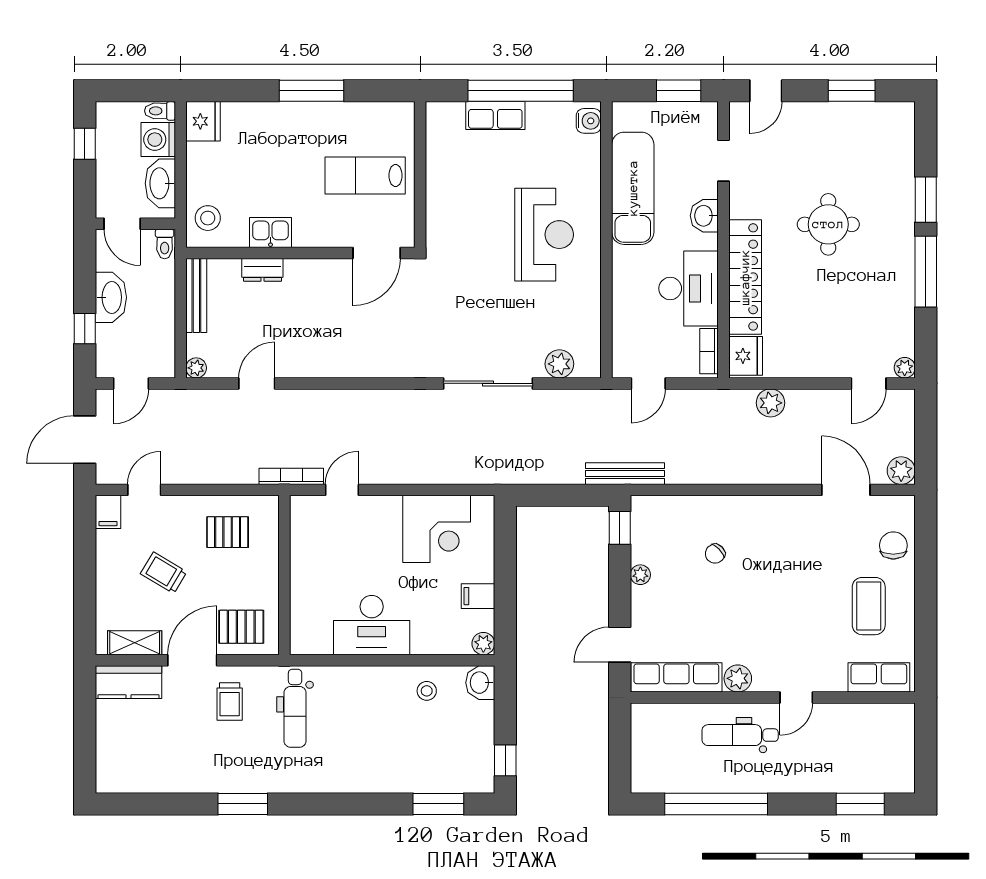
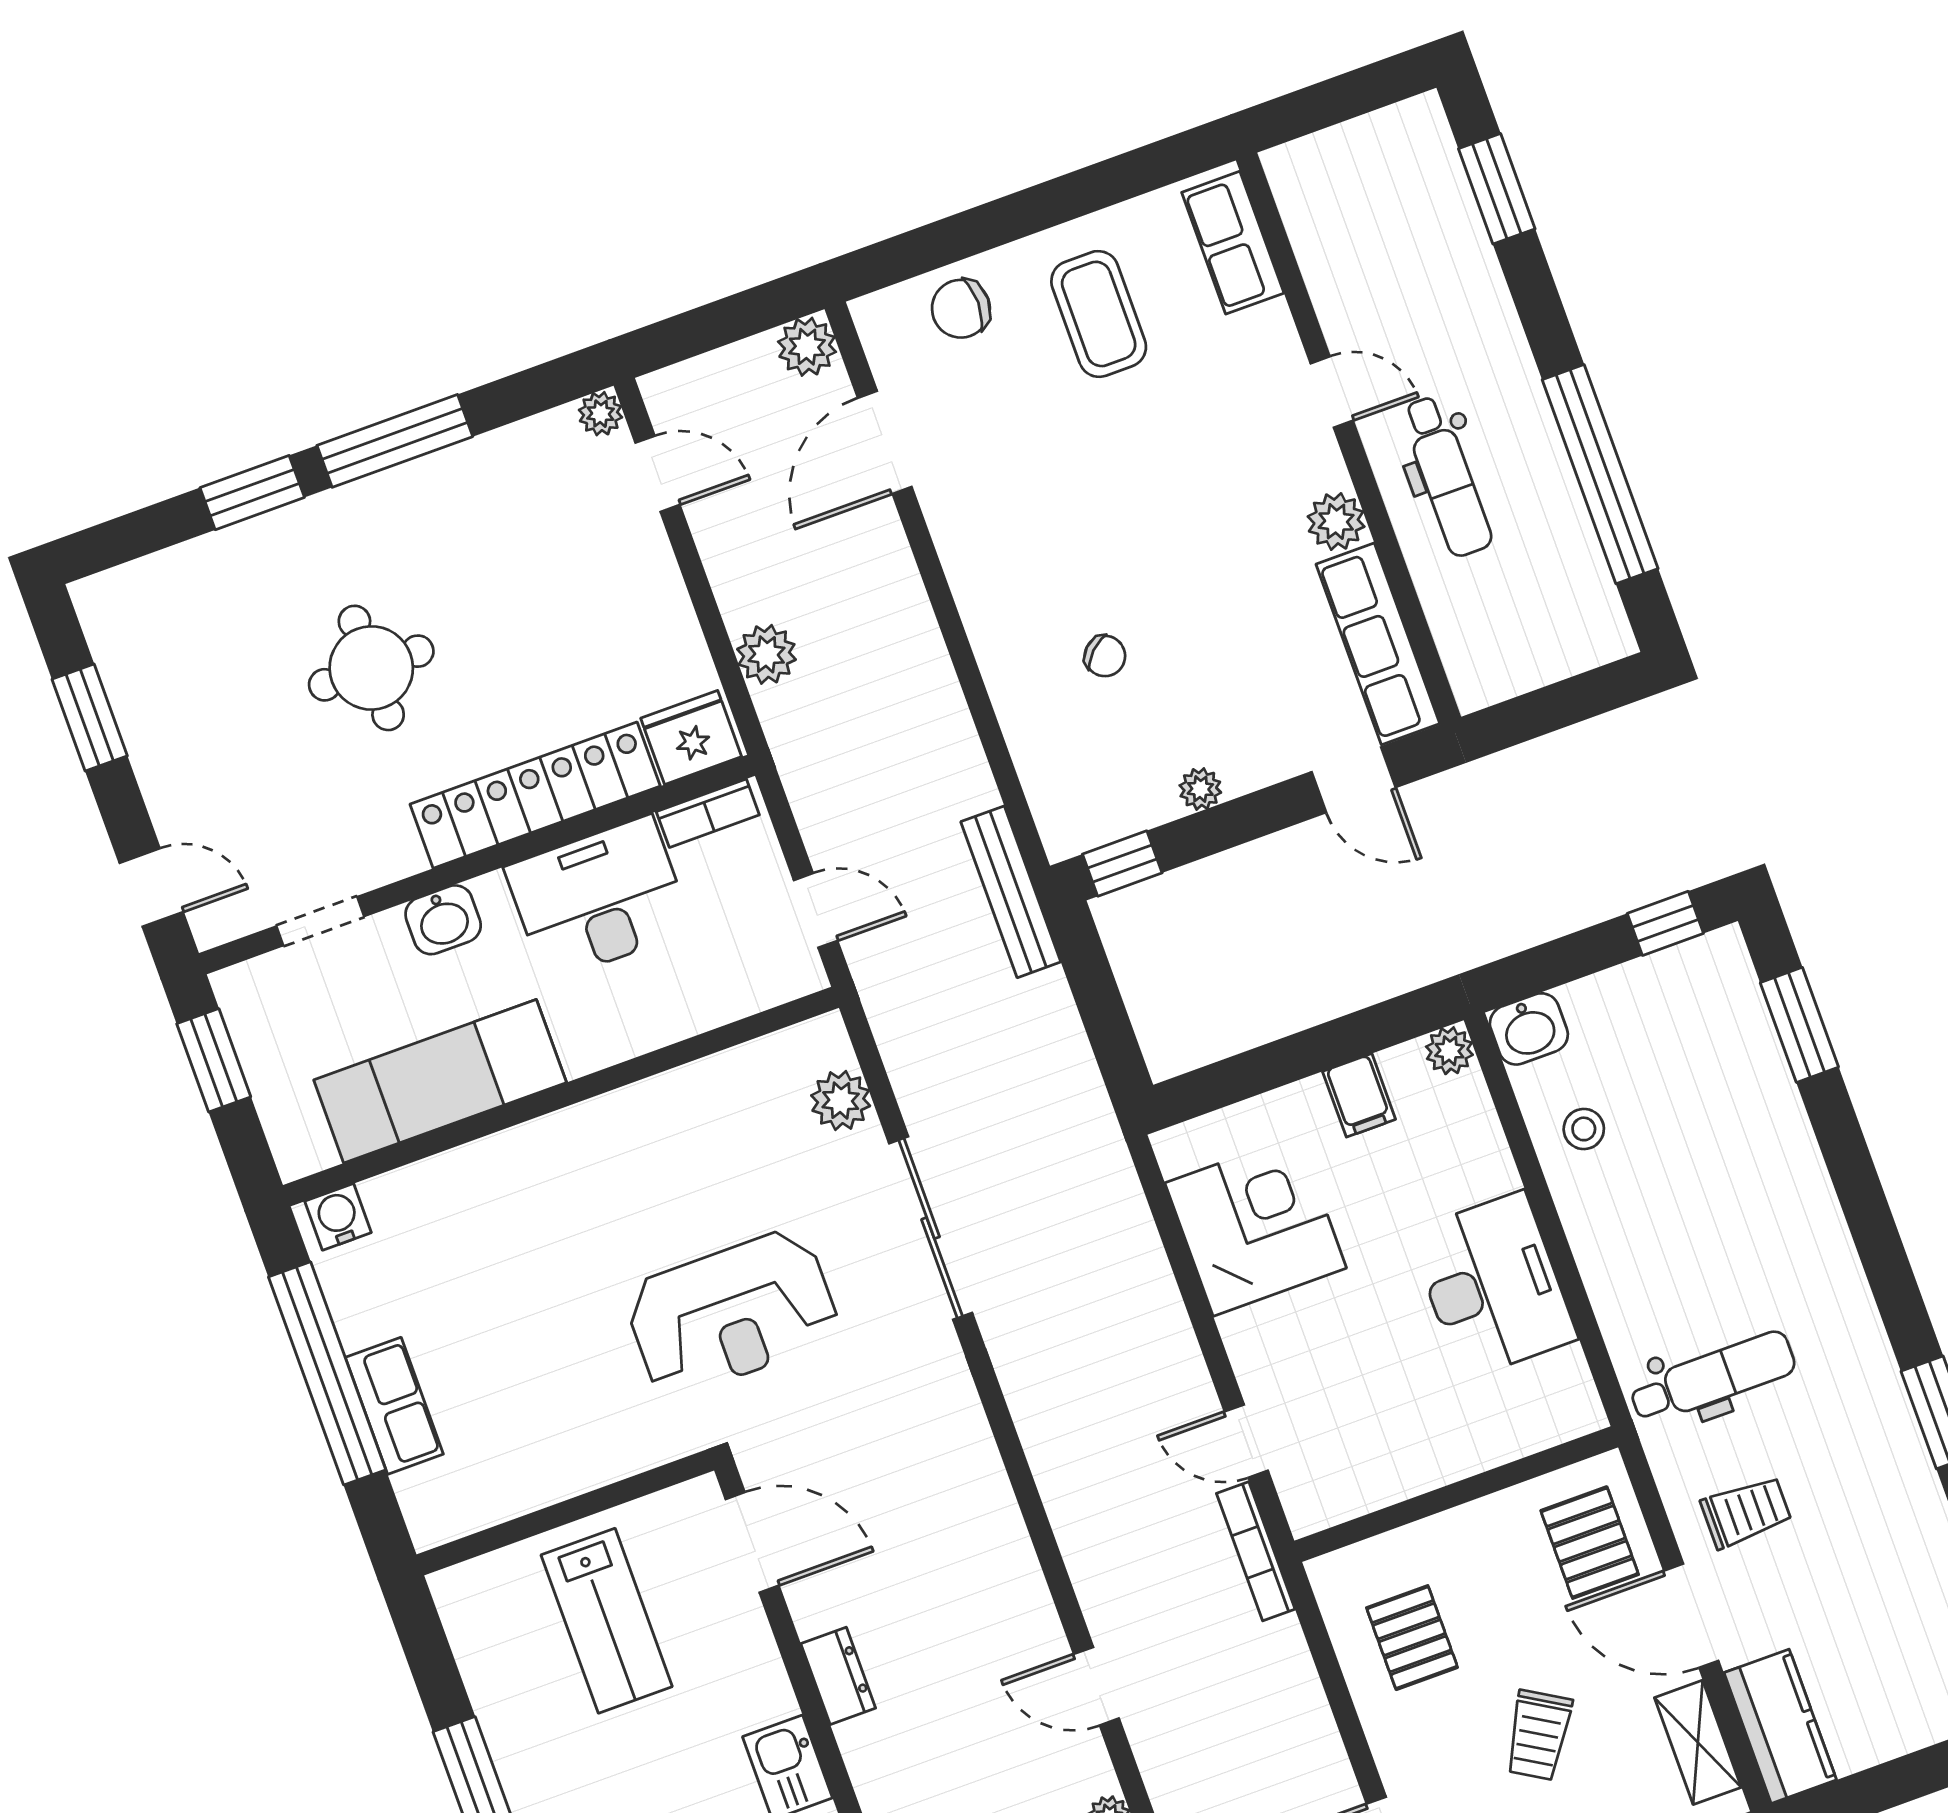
reception desk: (544, 235) -> (732, 1313), moved, turned 180
dresser: (262, 270) -> (838, 1676), moved
coffee table: (869, 606) -> (1099, 314), turned 90

